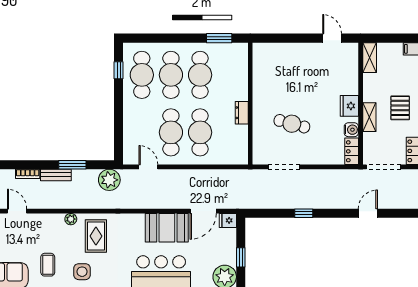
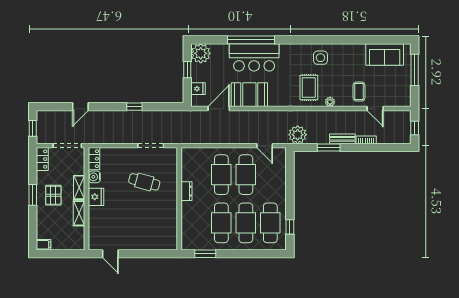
shelving: (370, 58) -> (79, 213), moved
fridge: (228, 220) -> (198, 89), moved
coffee table: (48, 265) -> (359, 92), moved

